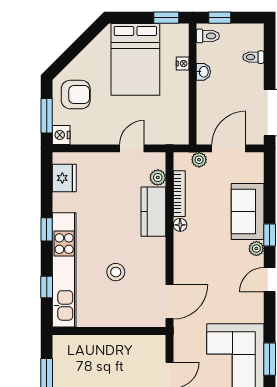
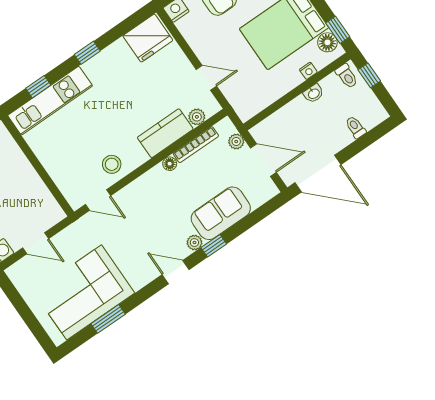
floor lamp: (170, 33) -> (327, 42), added
fridge: (64, 178) -> (148, 38), width x1.36, depth x1.34
kitchen unit: (64, 270) -> (50, 101), width x0.73
stool: (116, 272) -> (112, 164), moved
door: (170, 302) -> (98, 200), width x0.73

